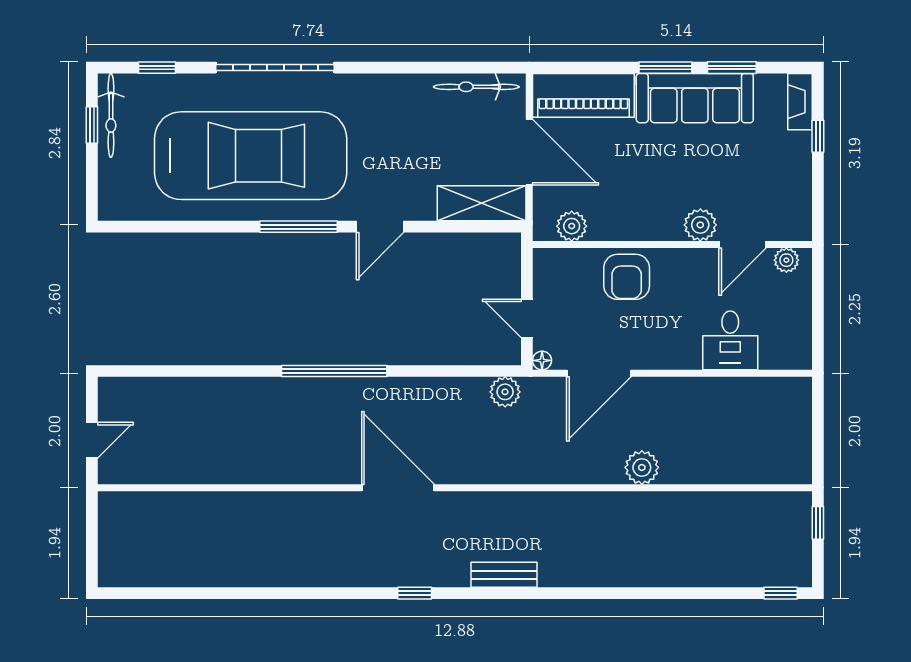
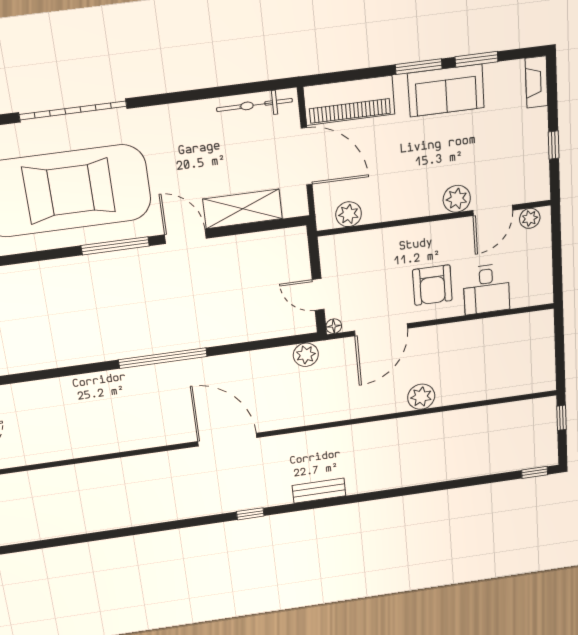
sofa: (695, 98) -> (446, 91), width x0.73
window: (818, 136) -> (554, 145), moved
shelving: (482, 203) -> (243, 209), moved
door: (380, 227) -> (185, 236), swing flipped
armchair: (627, 277) -> (432, 285), moved

